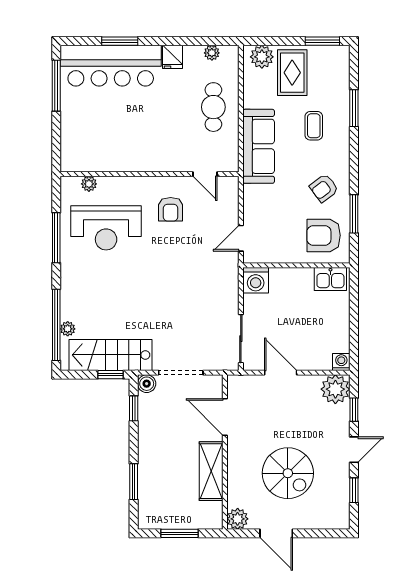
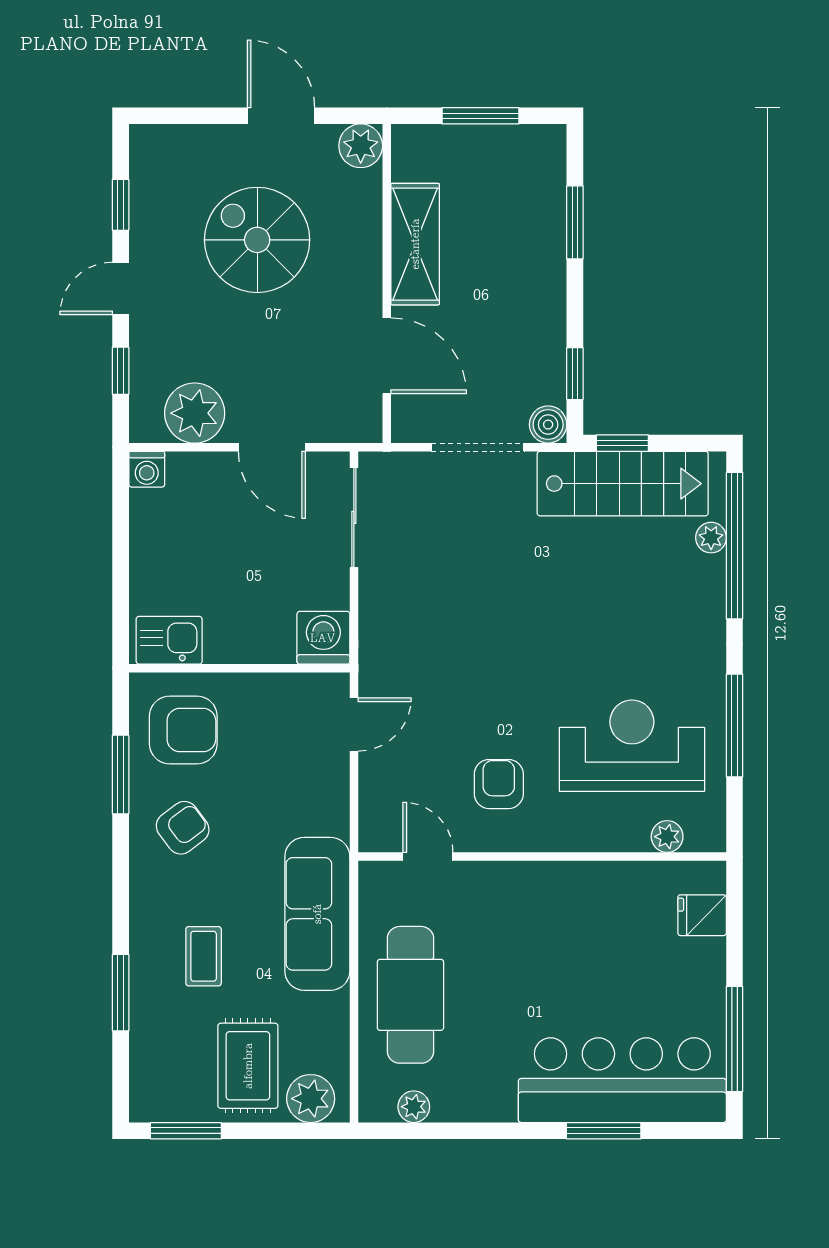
fridge: (173, 57) -> (702, 915), moved, turned -90
cafe table: (213, 107) -> (410, 995), width x1.37, depth x1.35
plant: (335, 389) -> (195, 413), moved

